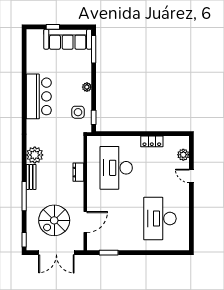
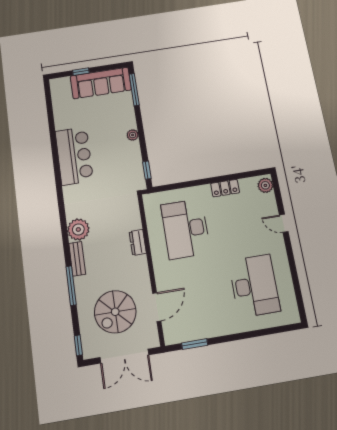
side table: (78, 112) -> (126, 167), removed
plant: (183, 155) -> (265, 185), moved
desk: (160, 219) -> (254, 286), turned 180

